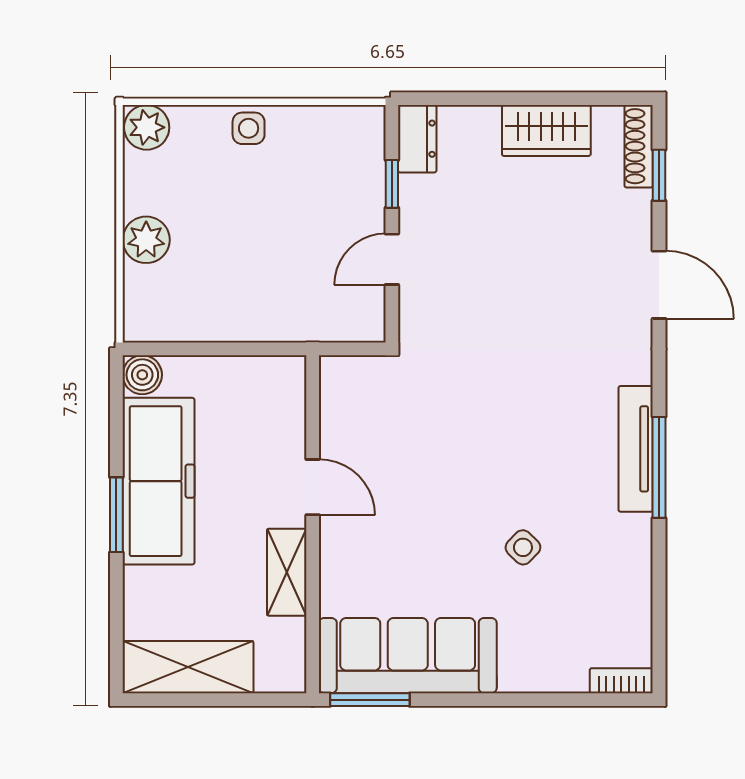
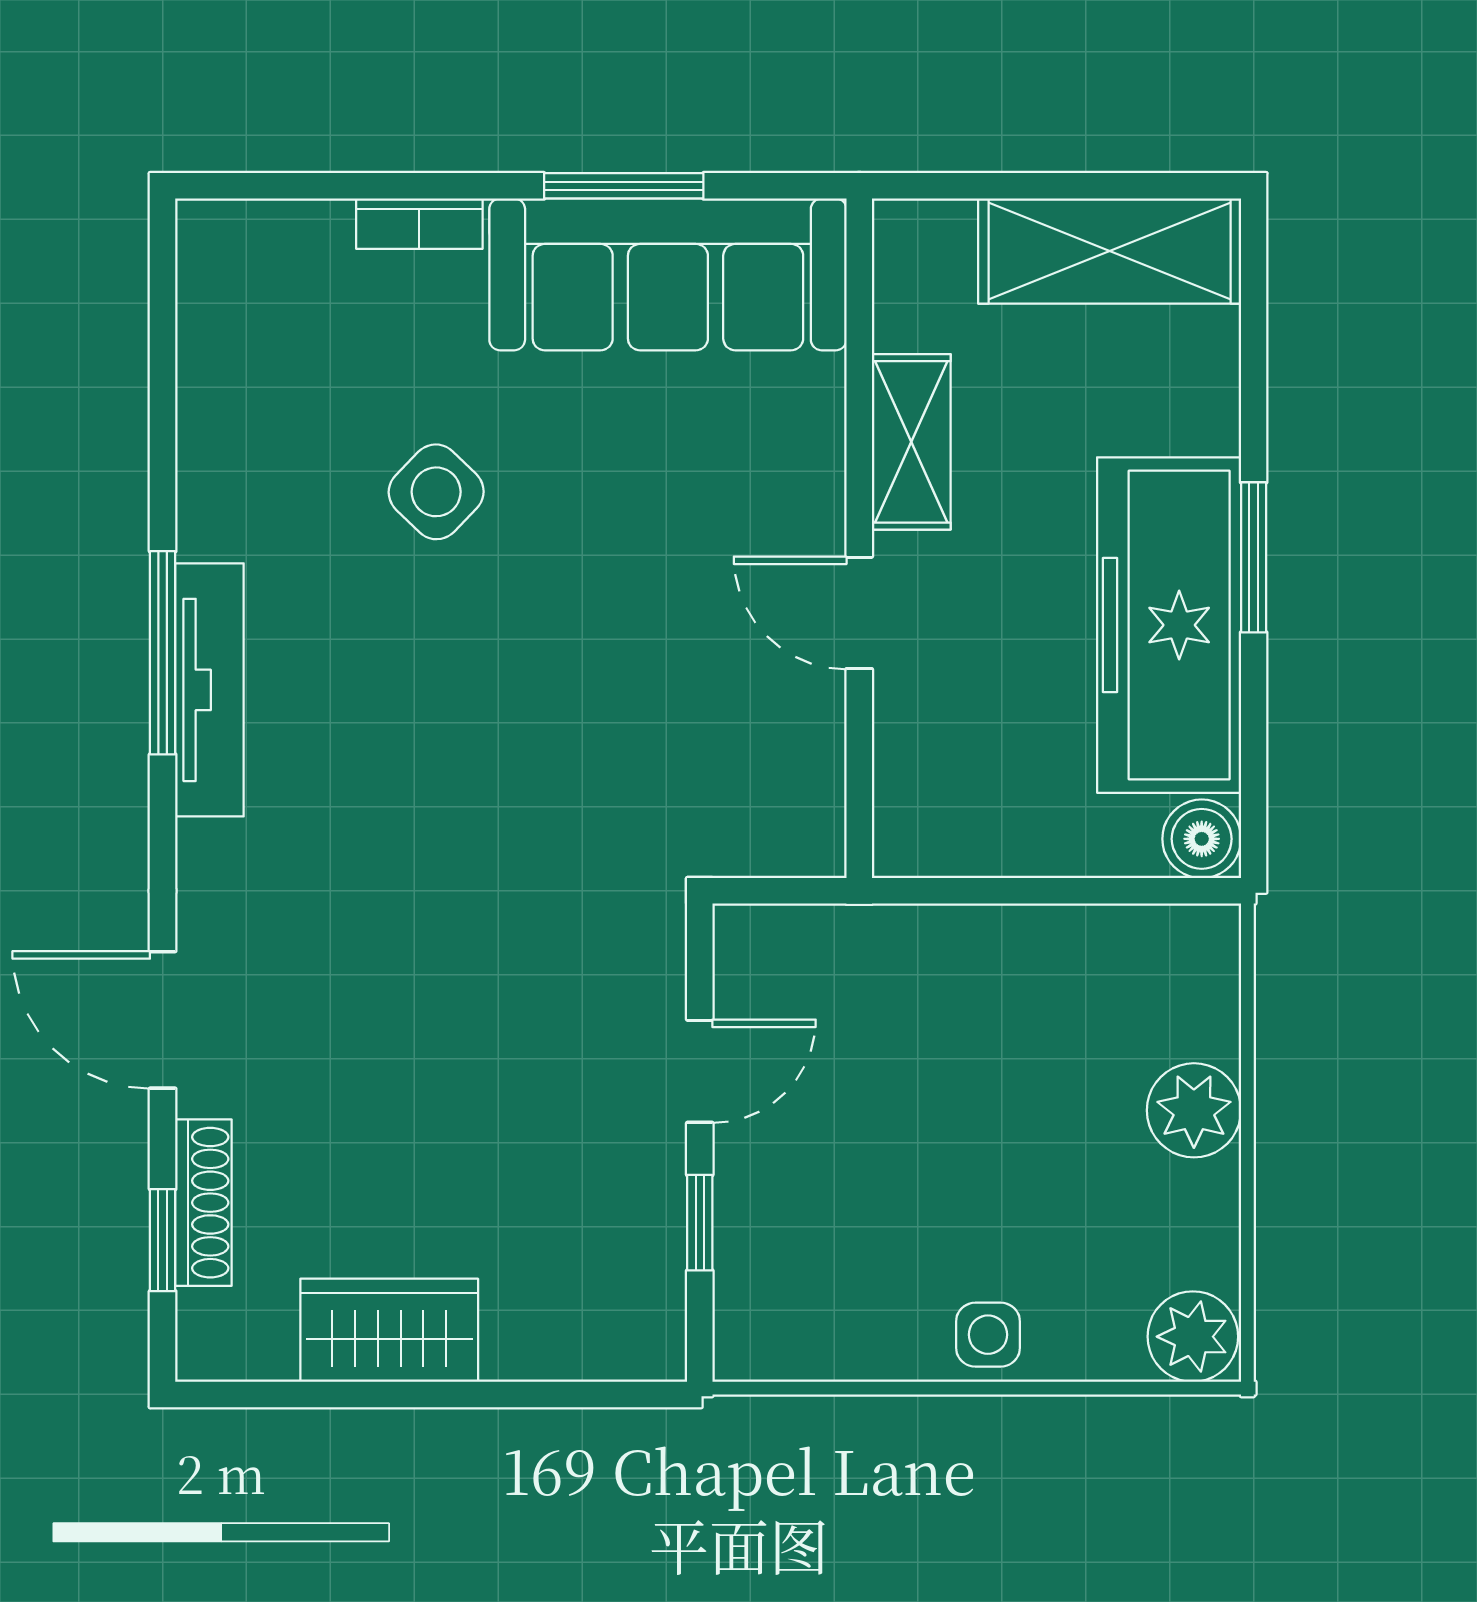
dresser: (417, 139) -> (649, 1314), removed
shoe rack: (639, 146) -> (203, 1203), moved
side table: (523, 547) -> (436, 492), width x1.37, depth x1.37
bookcase: (621, 681) -> (419, 224), moved
window: (370, 700) -> (624, 186), moved

